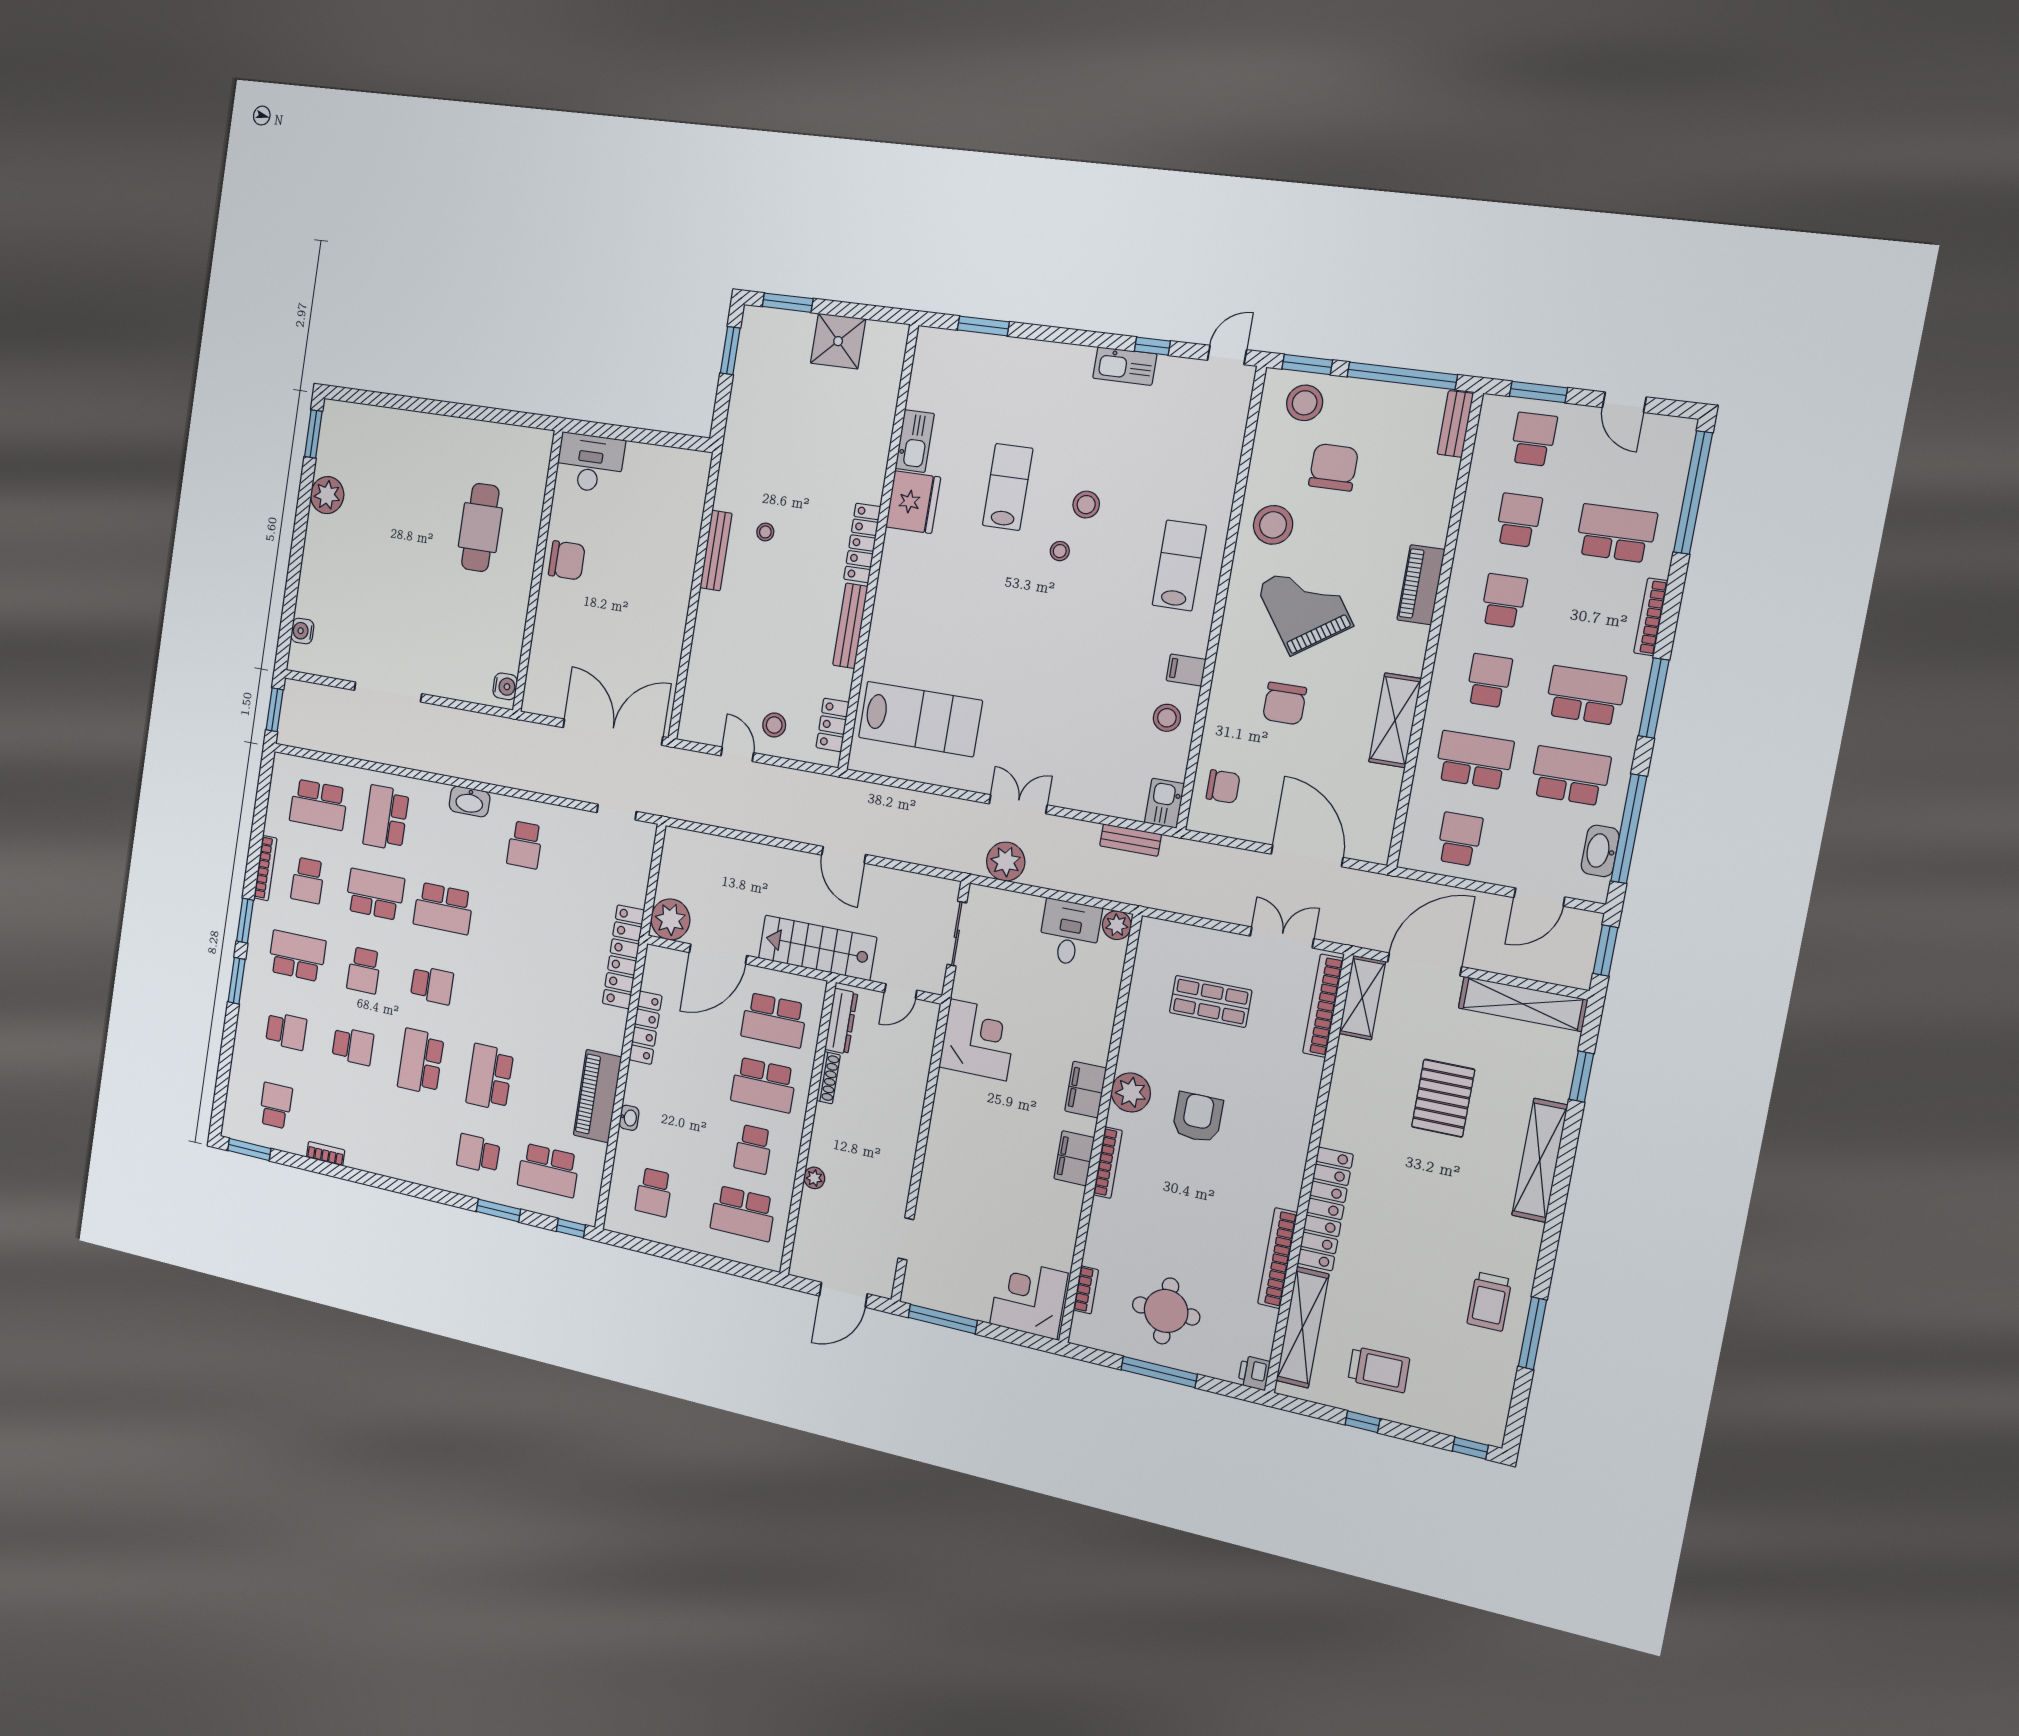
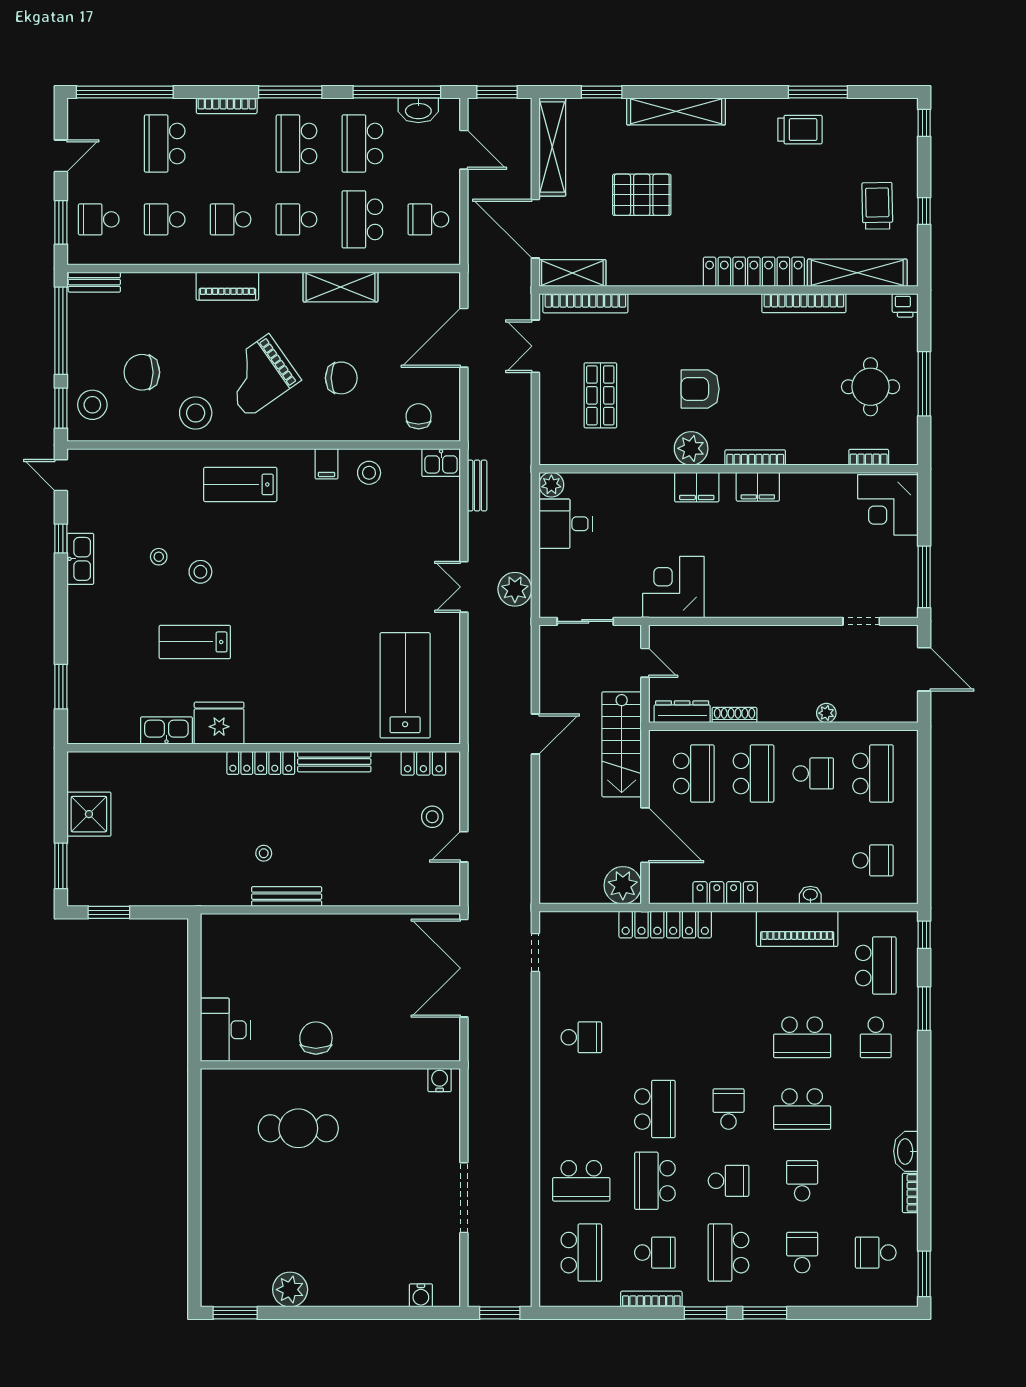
stool: (1060, 551) -> (159, 557), moved
washbasin: (470, 801) -> (906, 1151), moved, turned 180

